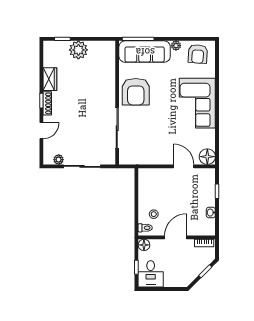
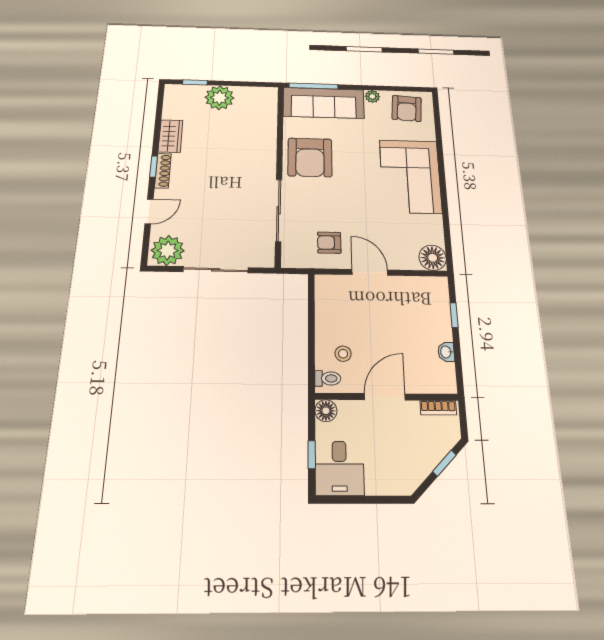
armchair: (147, 148) -> (329, 243), added
plant: (59, 160) -> (168, 250), width x1.87, depth x1.87
door: (184, 166) -> (370, 272), moved

